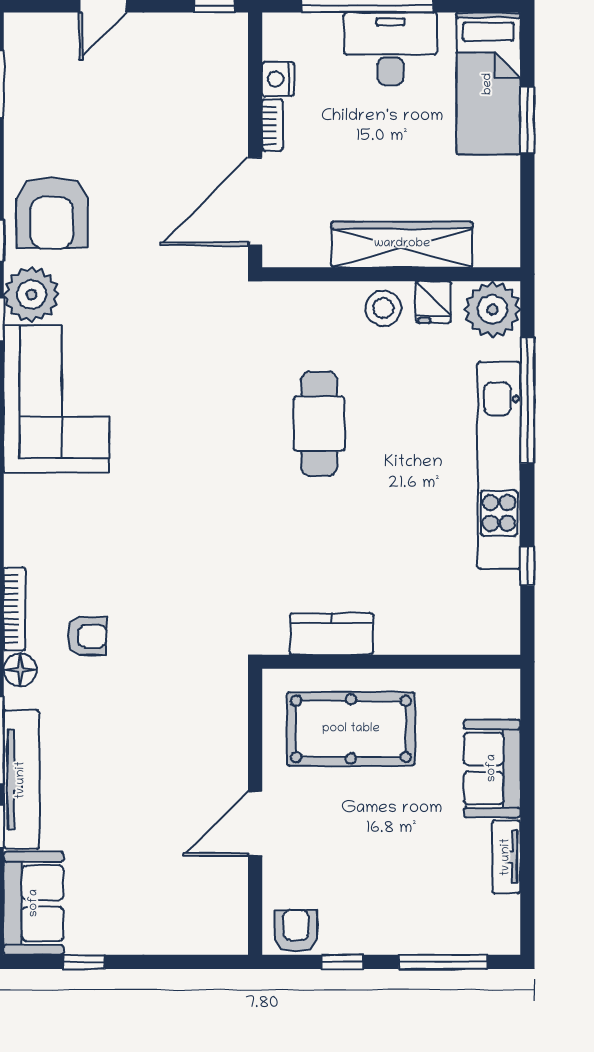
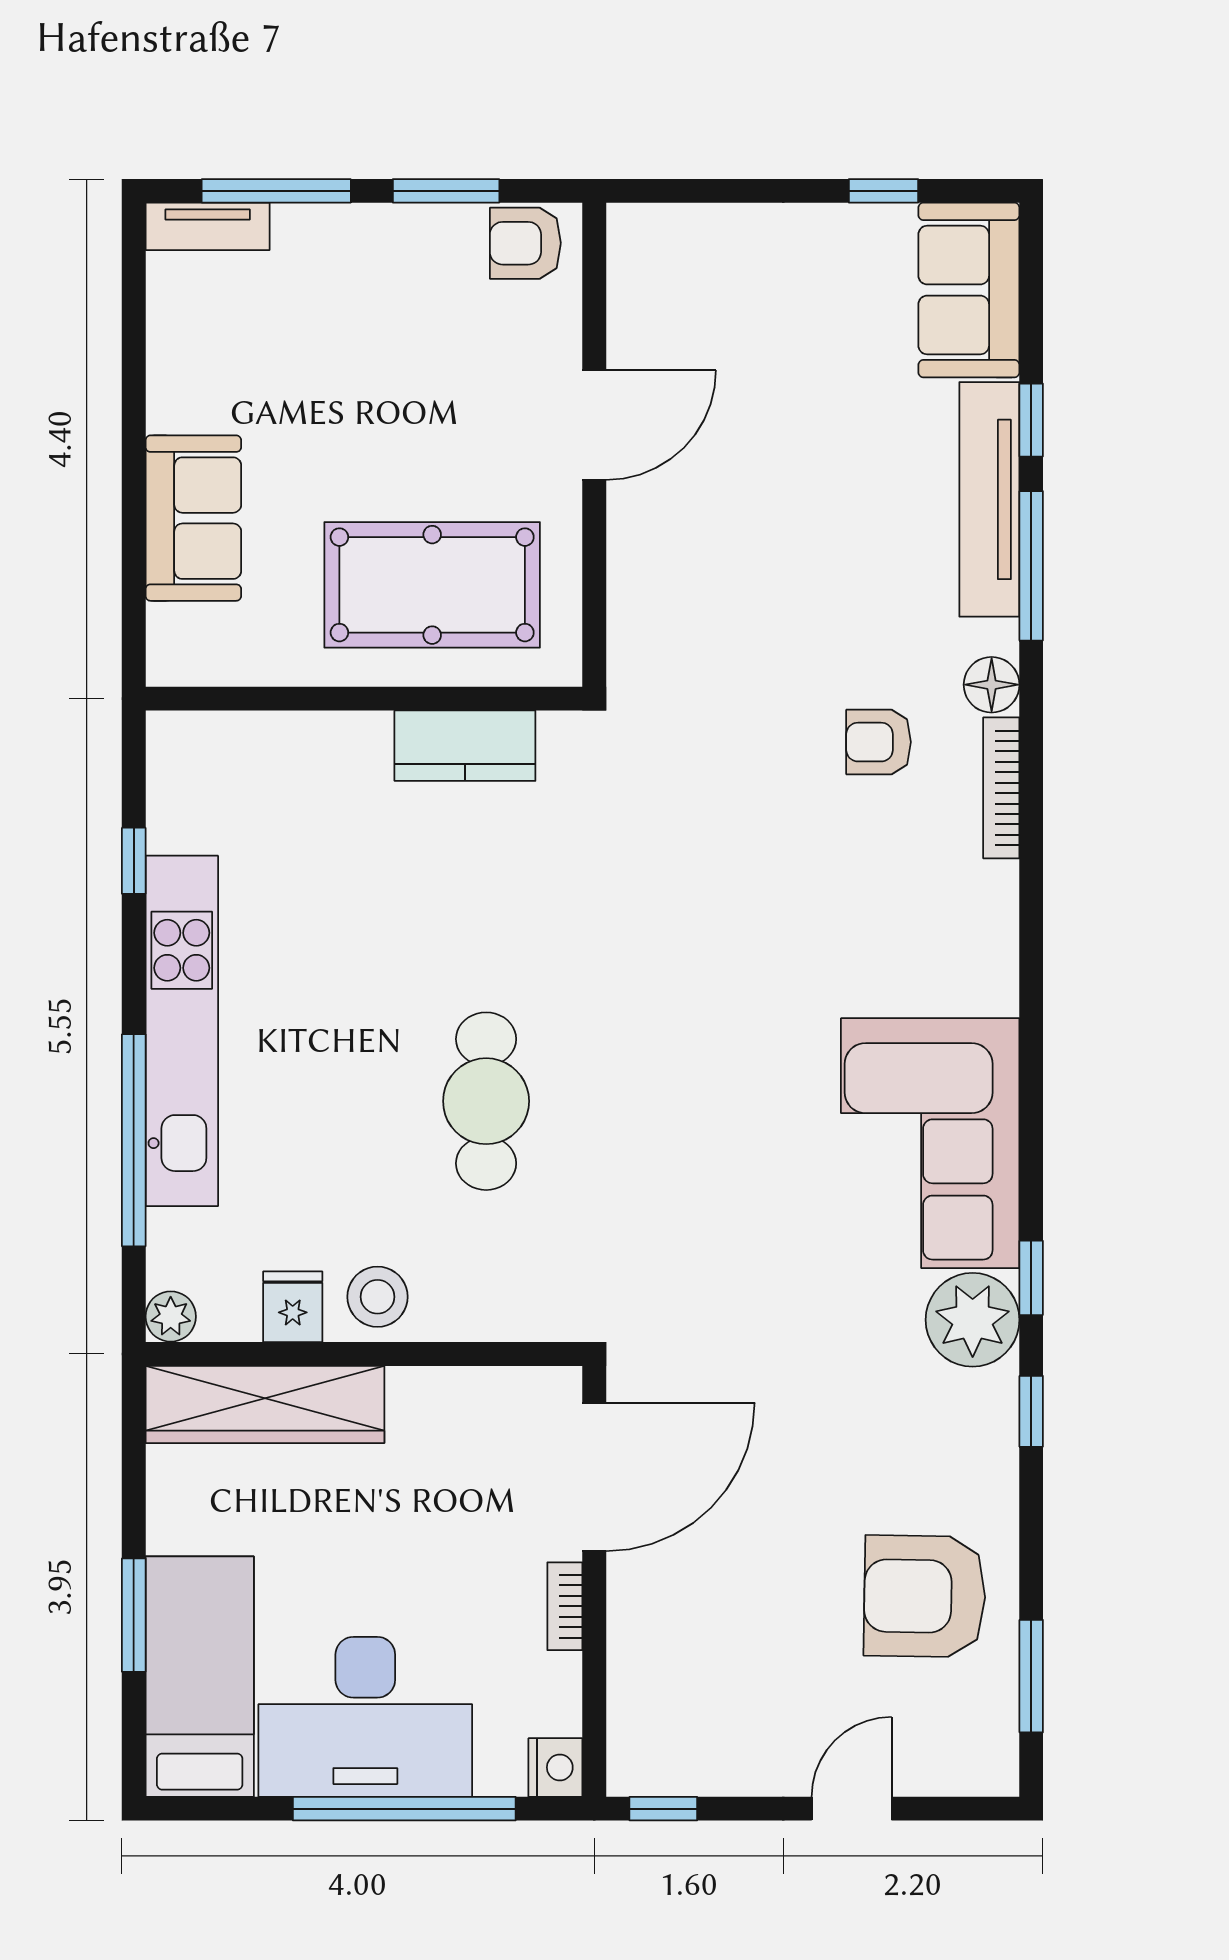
desk: (390, 49) -> (365, 1717), width x1.36, depth x1.30
nightstand: (278, 79) -> (555, 1767), moved
armchair: (52, 213) -> (925, 1596), moved, turned -89
wardrobe: (402, 244) -> (265, 1404), moved
plant: (492, 309) -> (171, 1317), width x0.53, depth x0.53
tv unit: (506, 857) -> (208, 226), moved, turned 90
armchair: (296, 931) -> (525, 243), turned 90
window: (343, 962) -> (446, 191), width x1.50

